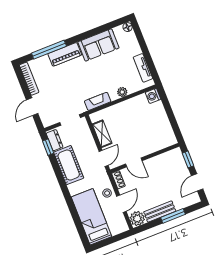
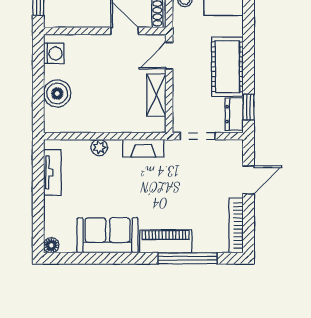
washing machine: (153, 96) -> (54, 53), moved
boiler: (157, 113) -> (57, 93), added

